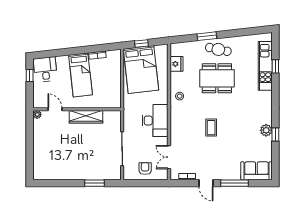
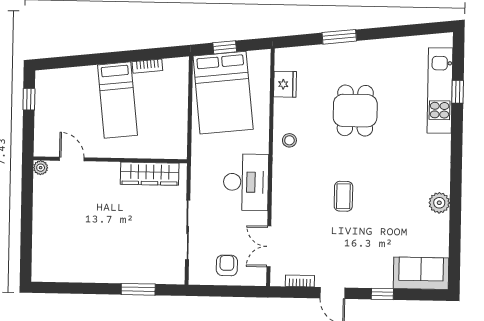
cafe table: (218, 49) -> (359, 60), removed
desk: (45, 69) -> (56, 89), removed
dining table: (217, 78) -> (355, 111), width x0.73
wardrobe: (86, 117) -> (150, 174), moved
window: (275, 134) -> (455, 210), removed
window: (235, 183) -> (382, 294), width x0.46

